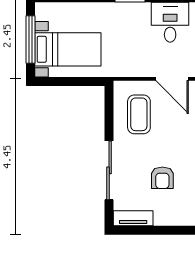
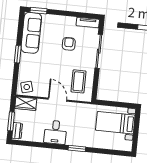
window: (30, 39) -> (136, 130), removed

